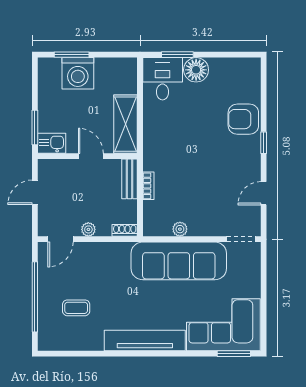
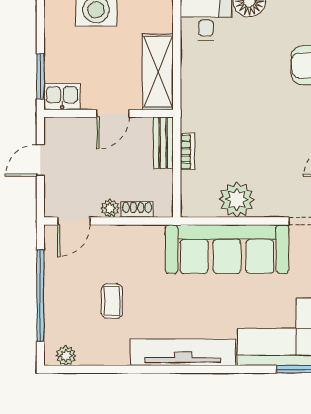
door: (91, 156) -> (113, 113), swing flipped
plant: (180, 229) -> (237, 200), width x1.87, depth x1.87
shoe rack: (125, 230) -> (137, 210), moved
coffee table: (76, 308) -> (112, 301), moved, turned 90
plant: (55, 343) -> (66, 356), added

